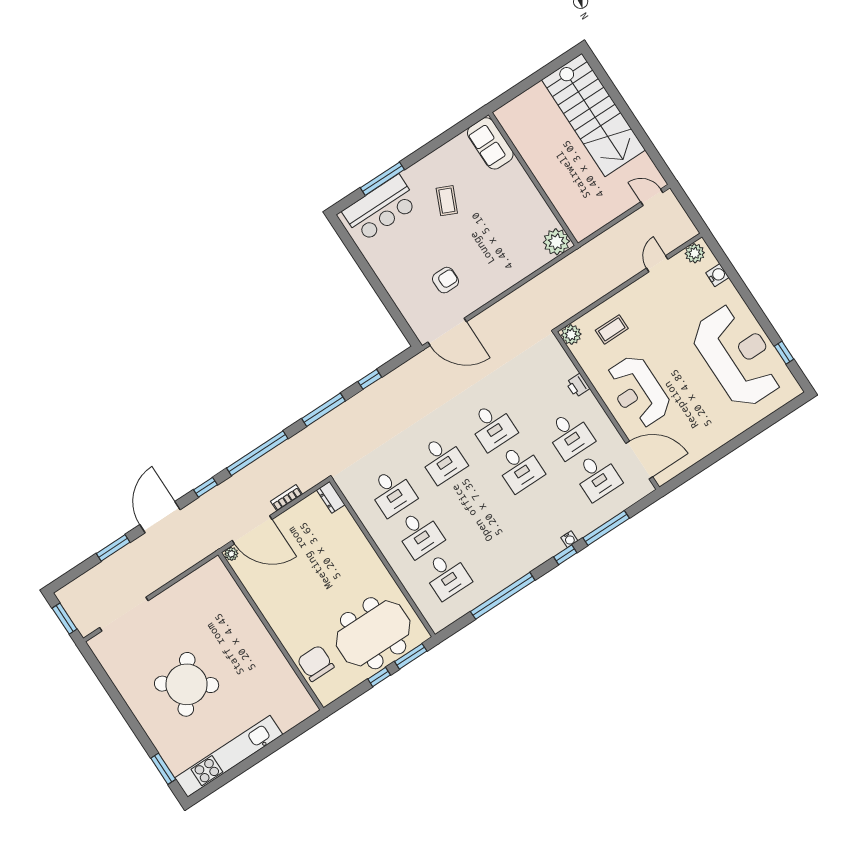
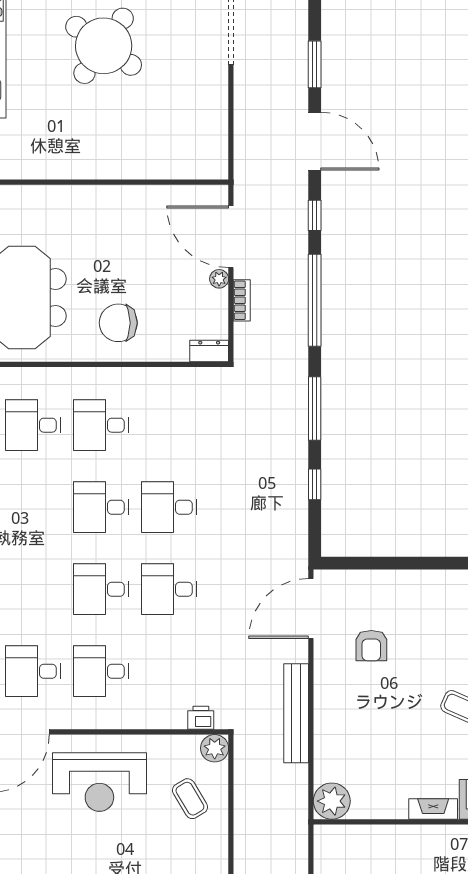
fireplace: (521, 177) -> (433, 809), added
bench: (517, 299) -> (296, 713), added
coffee table: (612, 329) -> (190, 799), turned -31
printer: (578, 385) -> (201, 718), moved
reception desk: (638, 391) -> (99, 782), turned 180
desk: (392, 492) -> (101, 507), moved
door: (252, 530) -> (231, 237), hinge flipped
plant: (231, 554) -> (219, 279), moved
chair: (316, 663) -> (118, 323), moved, turned 180

